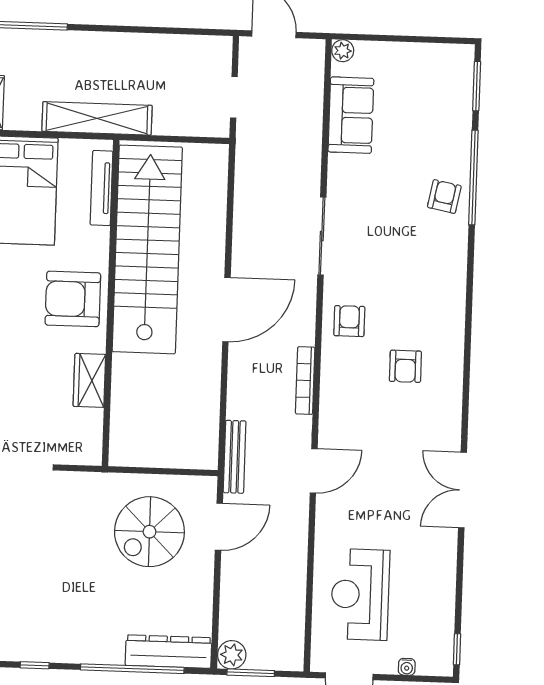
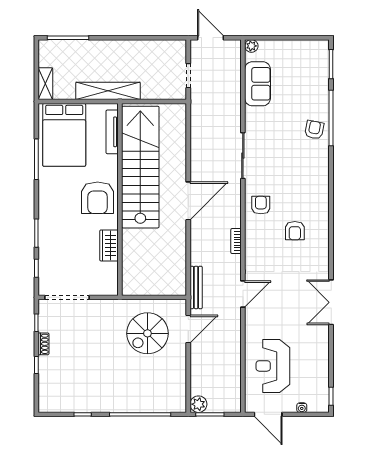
armchair: (73, 299) -> (98, 198), turned -90
bookcase: (305, 381) -> (236, 241), width x0.64
dresser: (168, 652) -> (161, 404), removed

